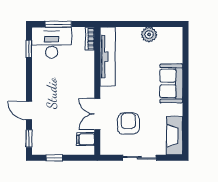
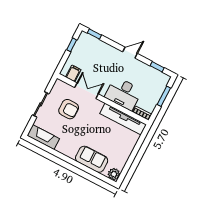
plant: (149, 35) -> (114, 174), moved
desk: (52, 43) -> (123, 94), moved, turned 90
sofa: (171, 83) -> (92, 159), moved
door: (29, 111) -> (130, 53), moved

